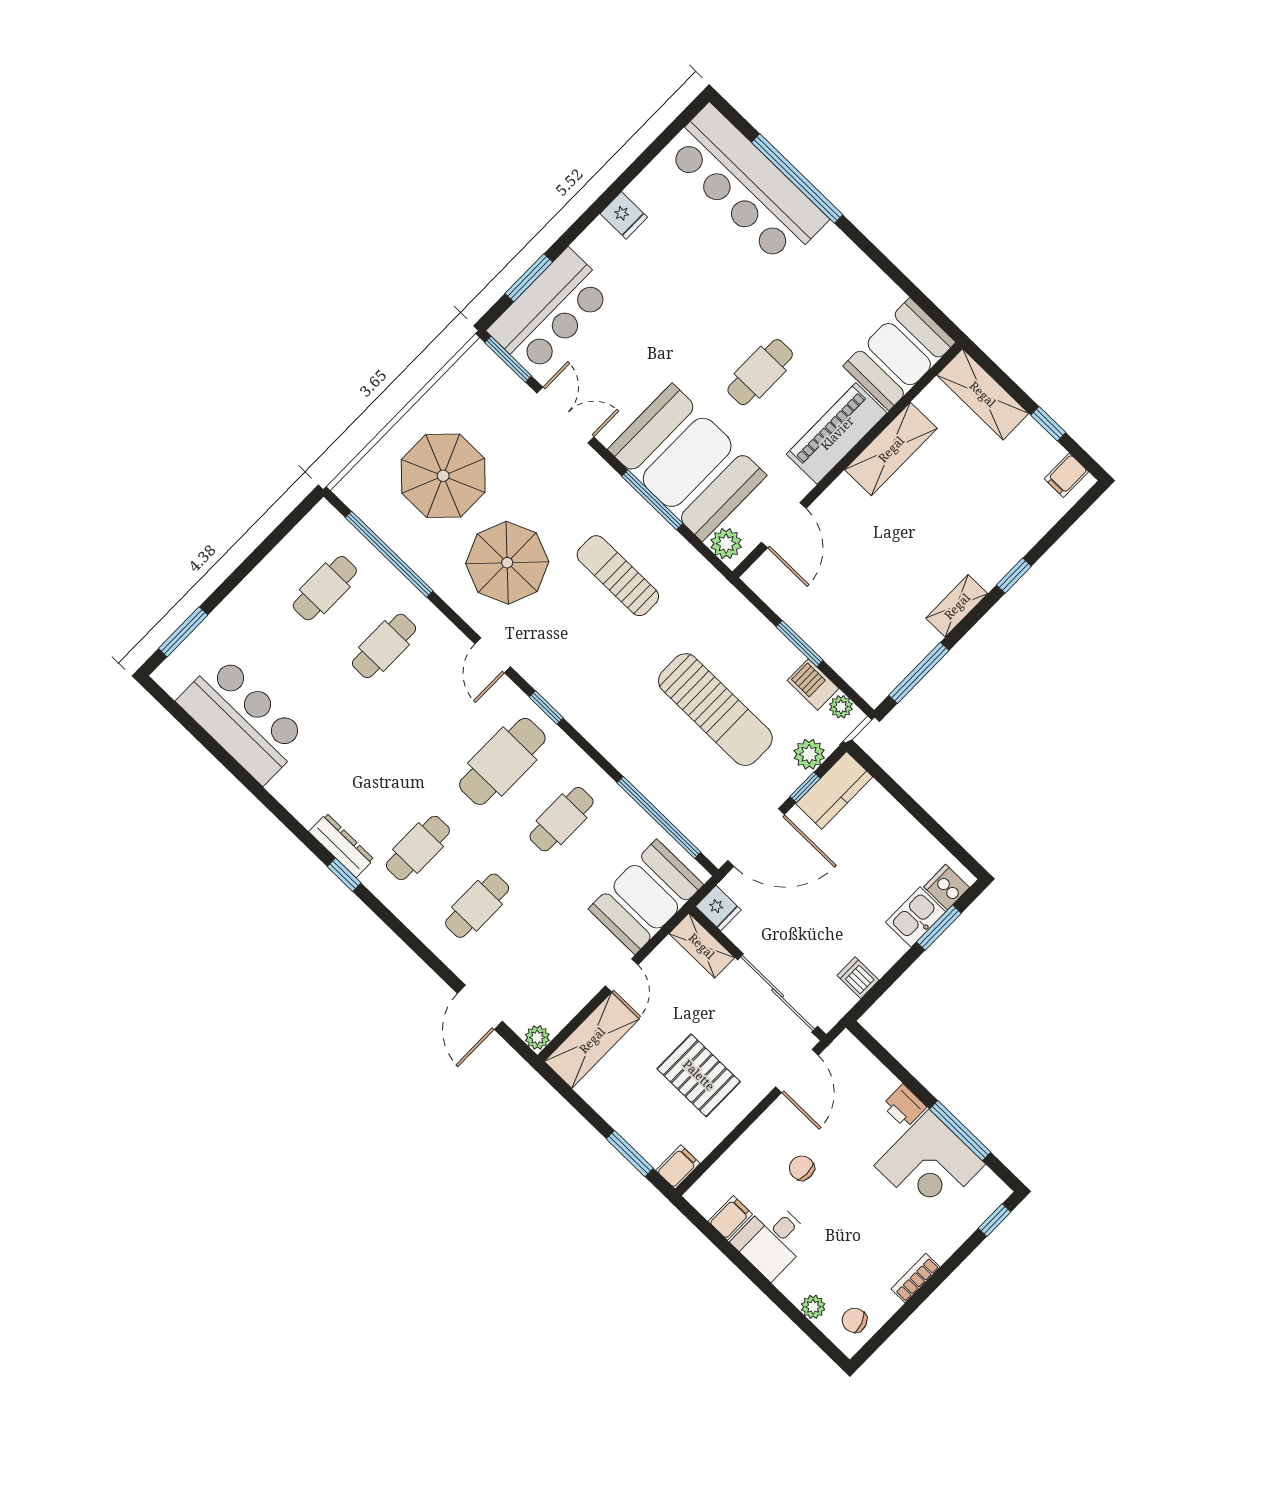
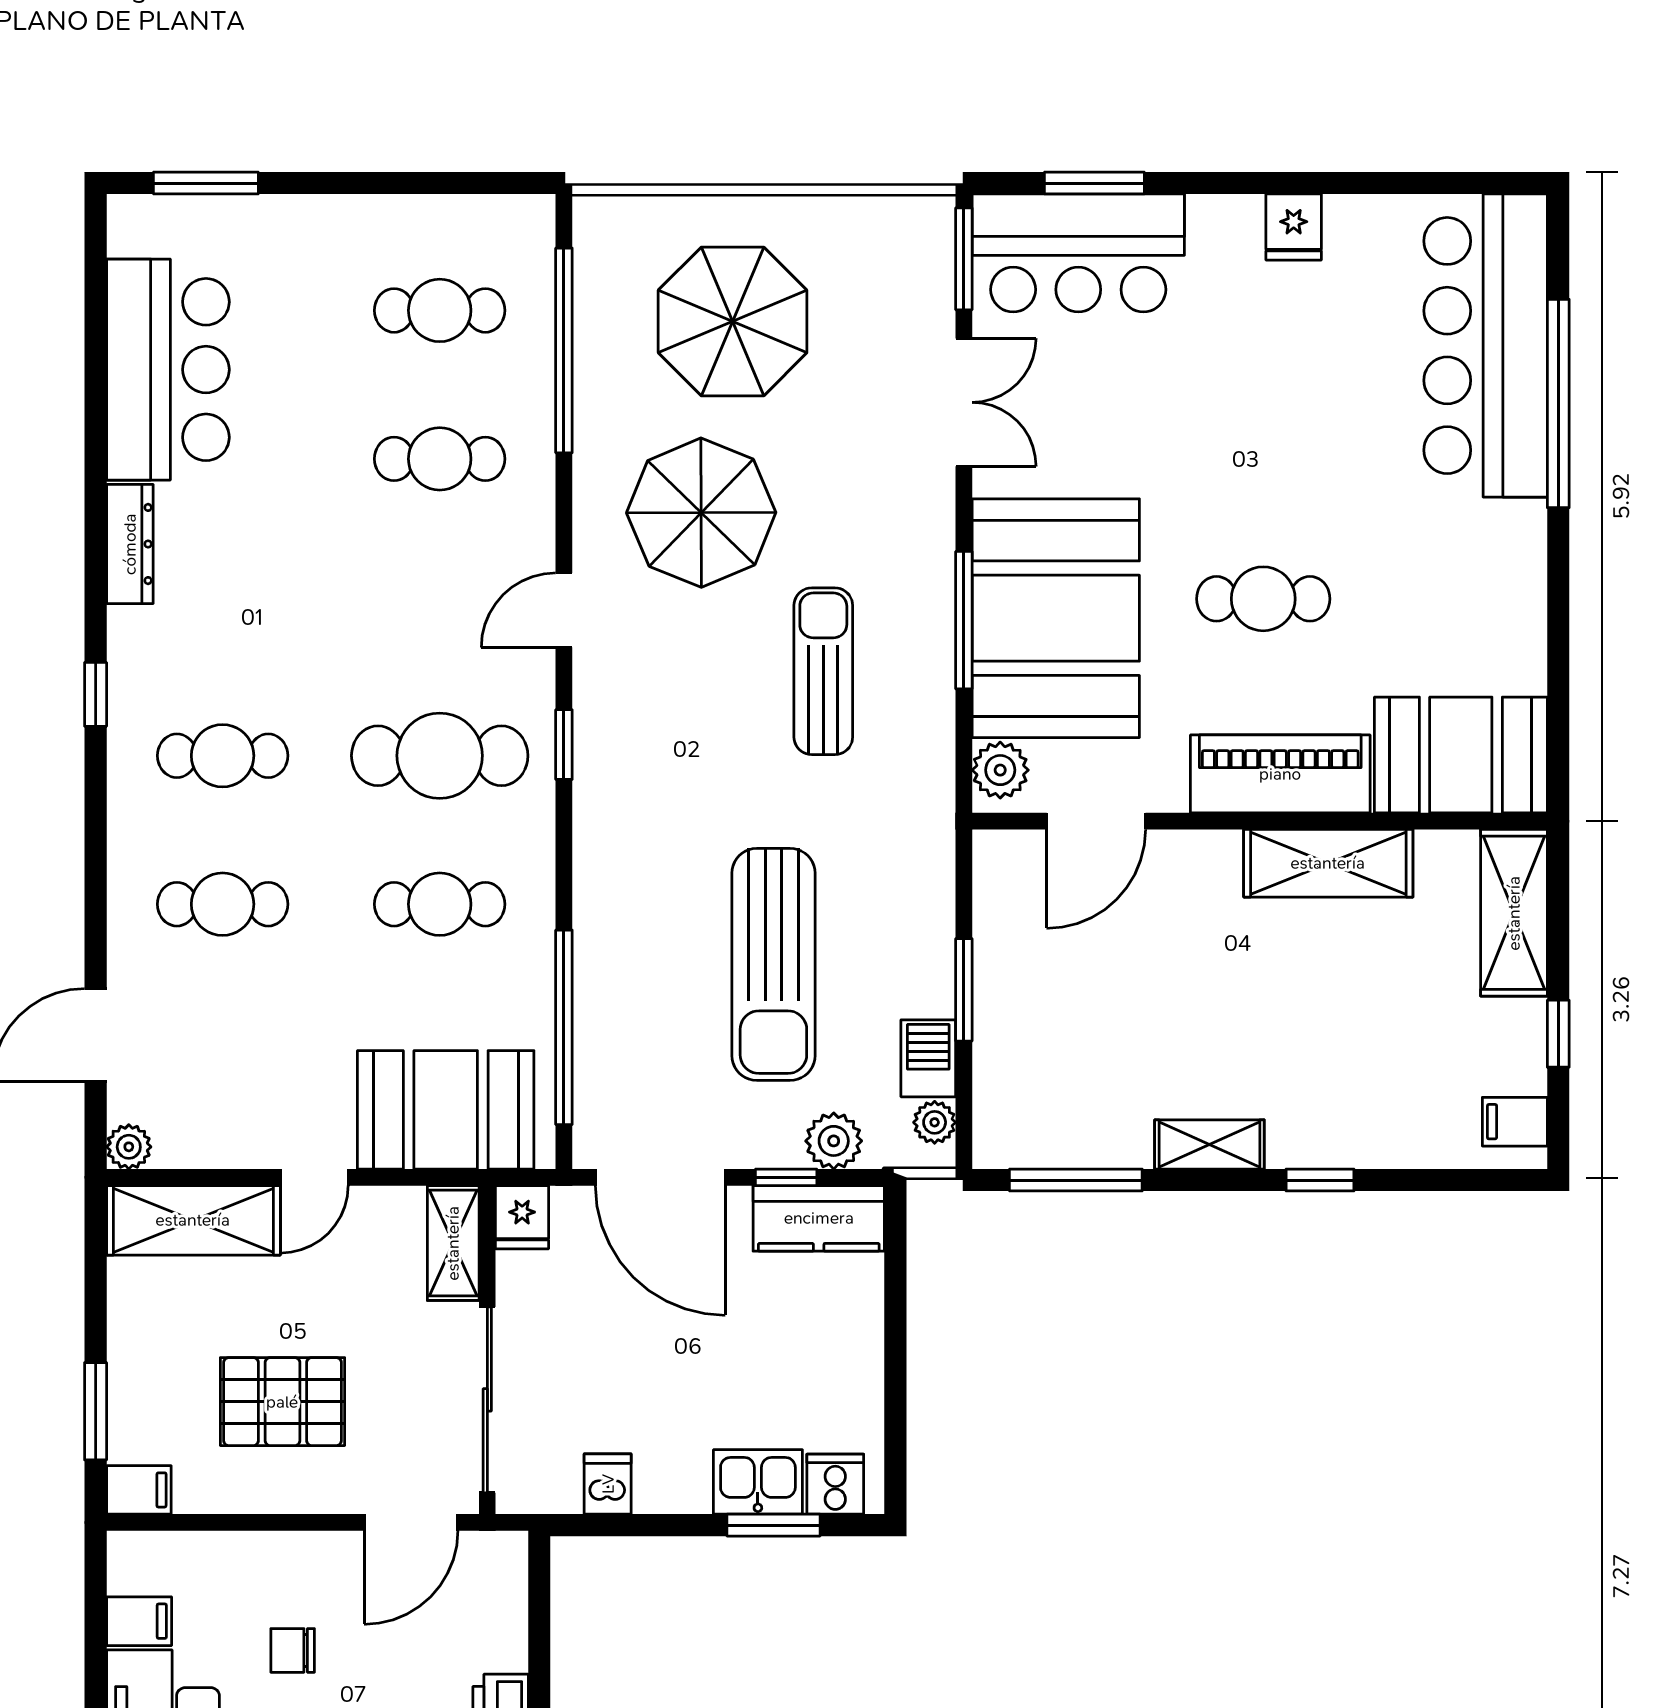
dresser: (341, 845) -> (130, 544), moved
pallet: (699, 1075) -> (282, 1402), turned 90
chair: (802, 1168) -> (293, 1650), turned -90

